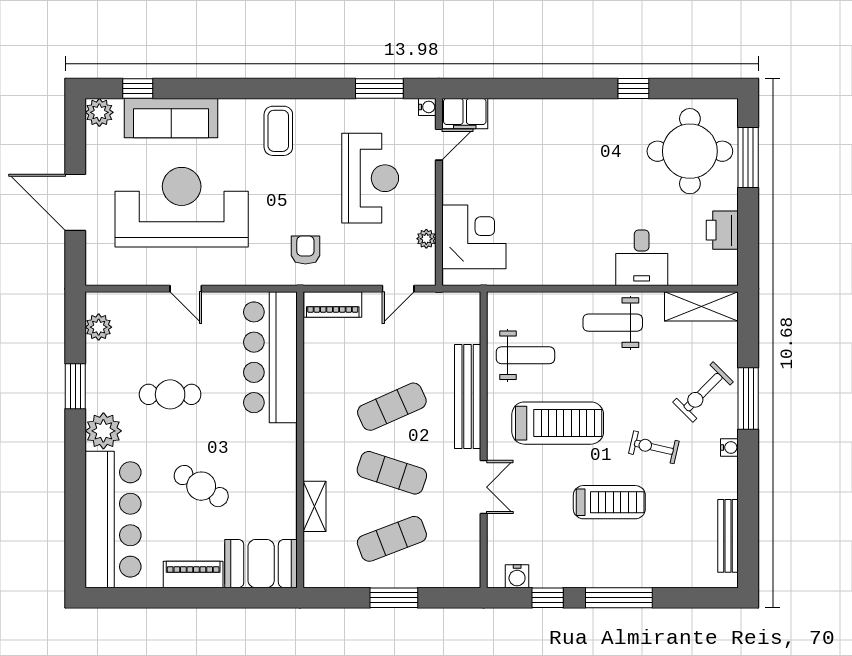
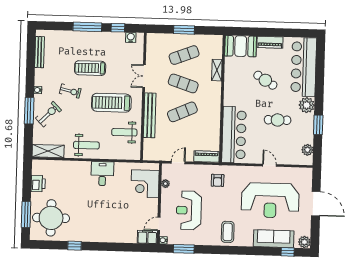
desk: (642, 258) -> (102, 174), moved

